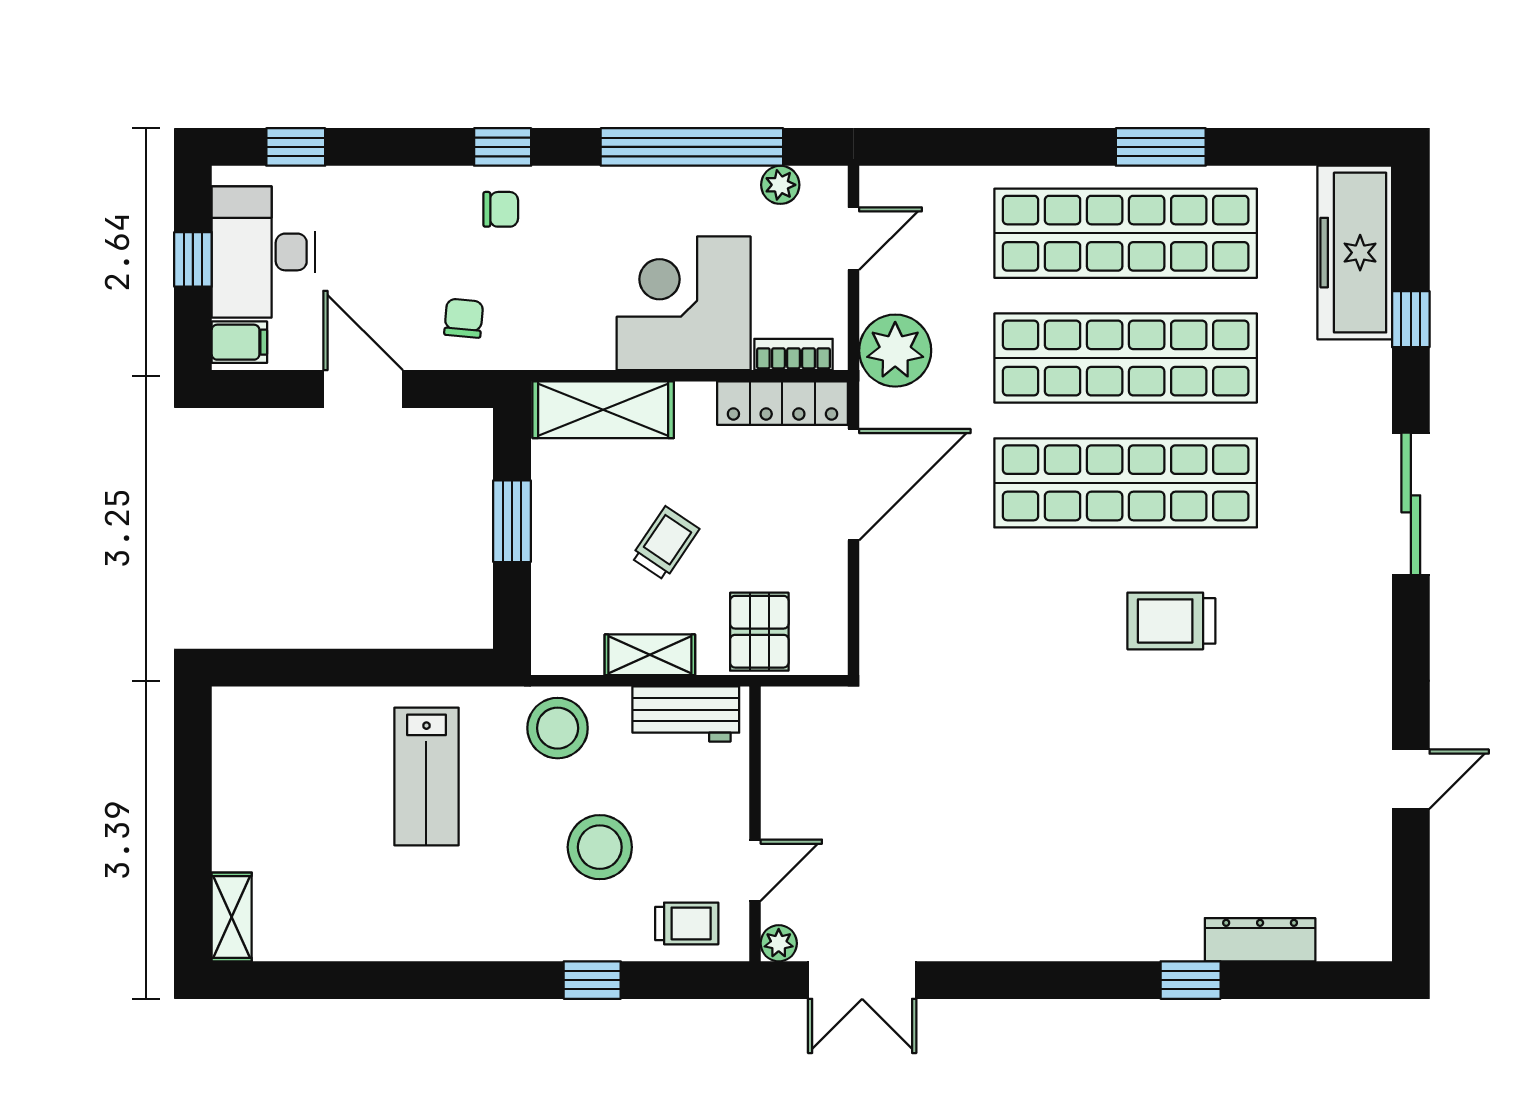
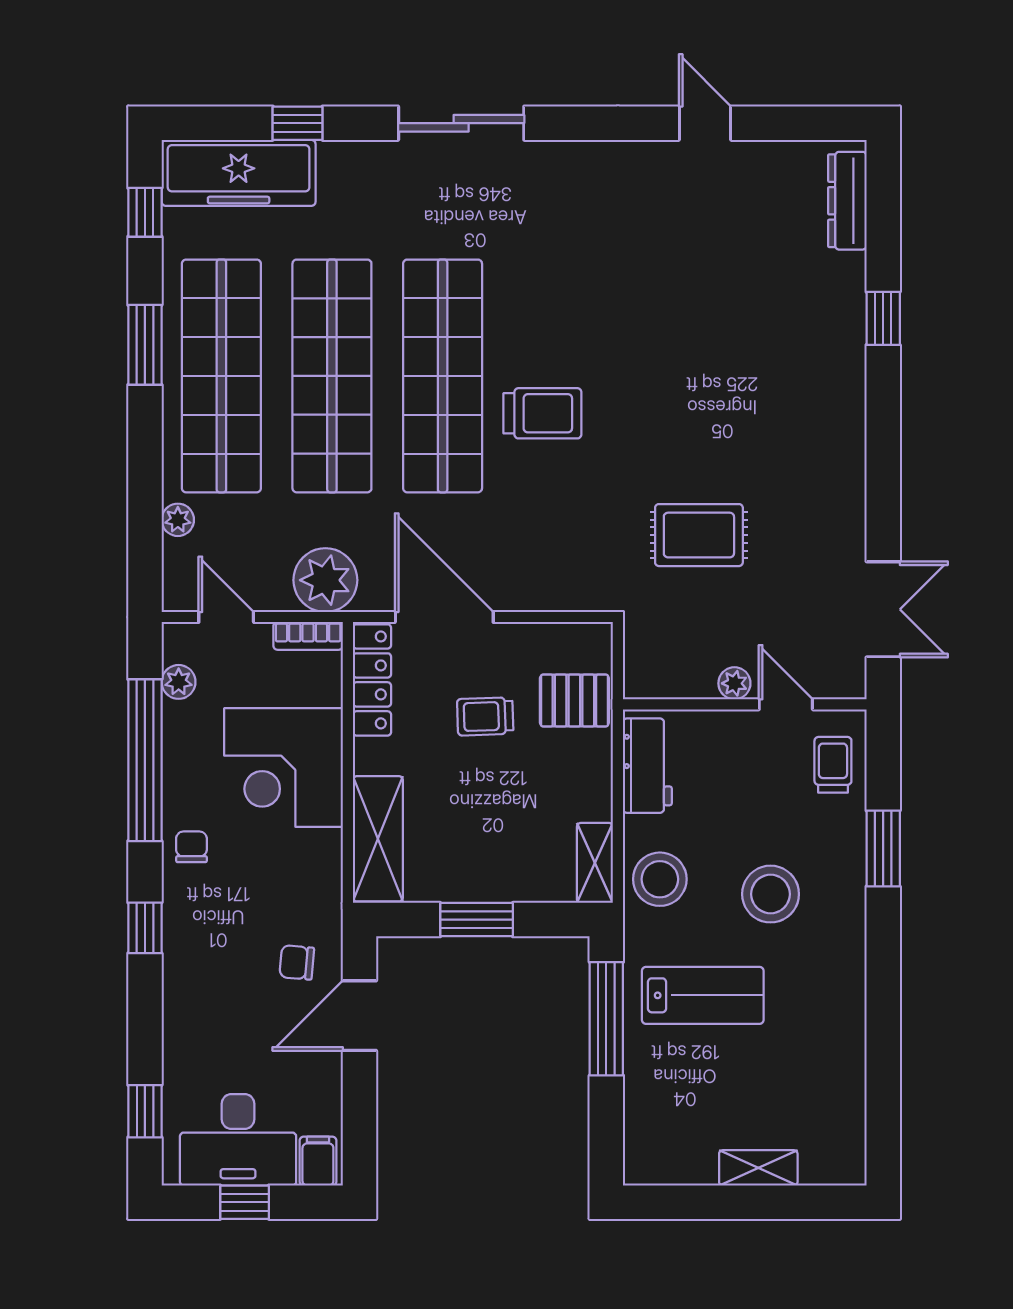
window: (1310, 147) -> (145, 212), added
plant: (963, 184) -> (178, 520), added
chair: (501, 209) -> (191, 847), moved
bookcase: (793, 355) -> (308, 636), moved, turned -90
door: (363, 389) -> (359, 1016), moved
trolley: (665, 543) -> (485, 716), moved, turned -36
trolley: (1171, 621) -> (542, 413), moved, turned -90
shelving: (650, 655) -> (595, 863), moved
window: (400, 668) -> (606, 1019), added
rug: (946, 772) -> (699, 535), added
stool: (600, 847) -> (771, 894), moved
shelving: (232, 917) -> (758, 1168), moved
dresser: (1260, 940) -> (847, 201), moved
plant: (779, 943) -> (734, 683), moved
window: (592, 980) -> (883, 849), width x1.50

